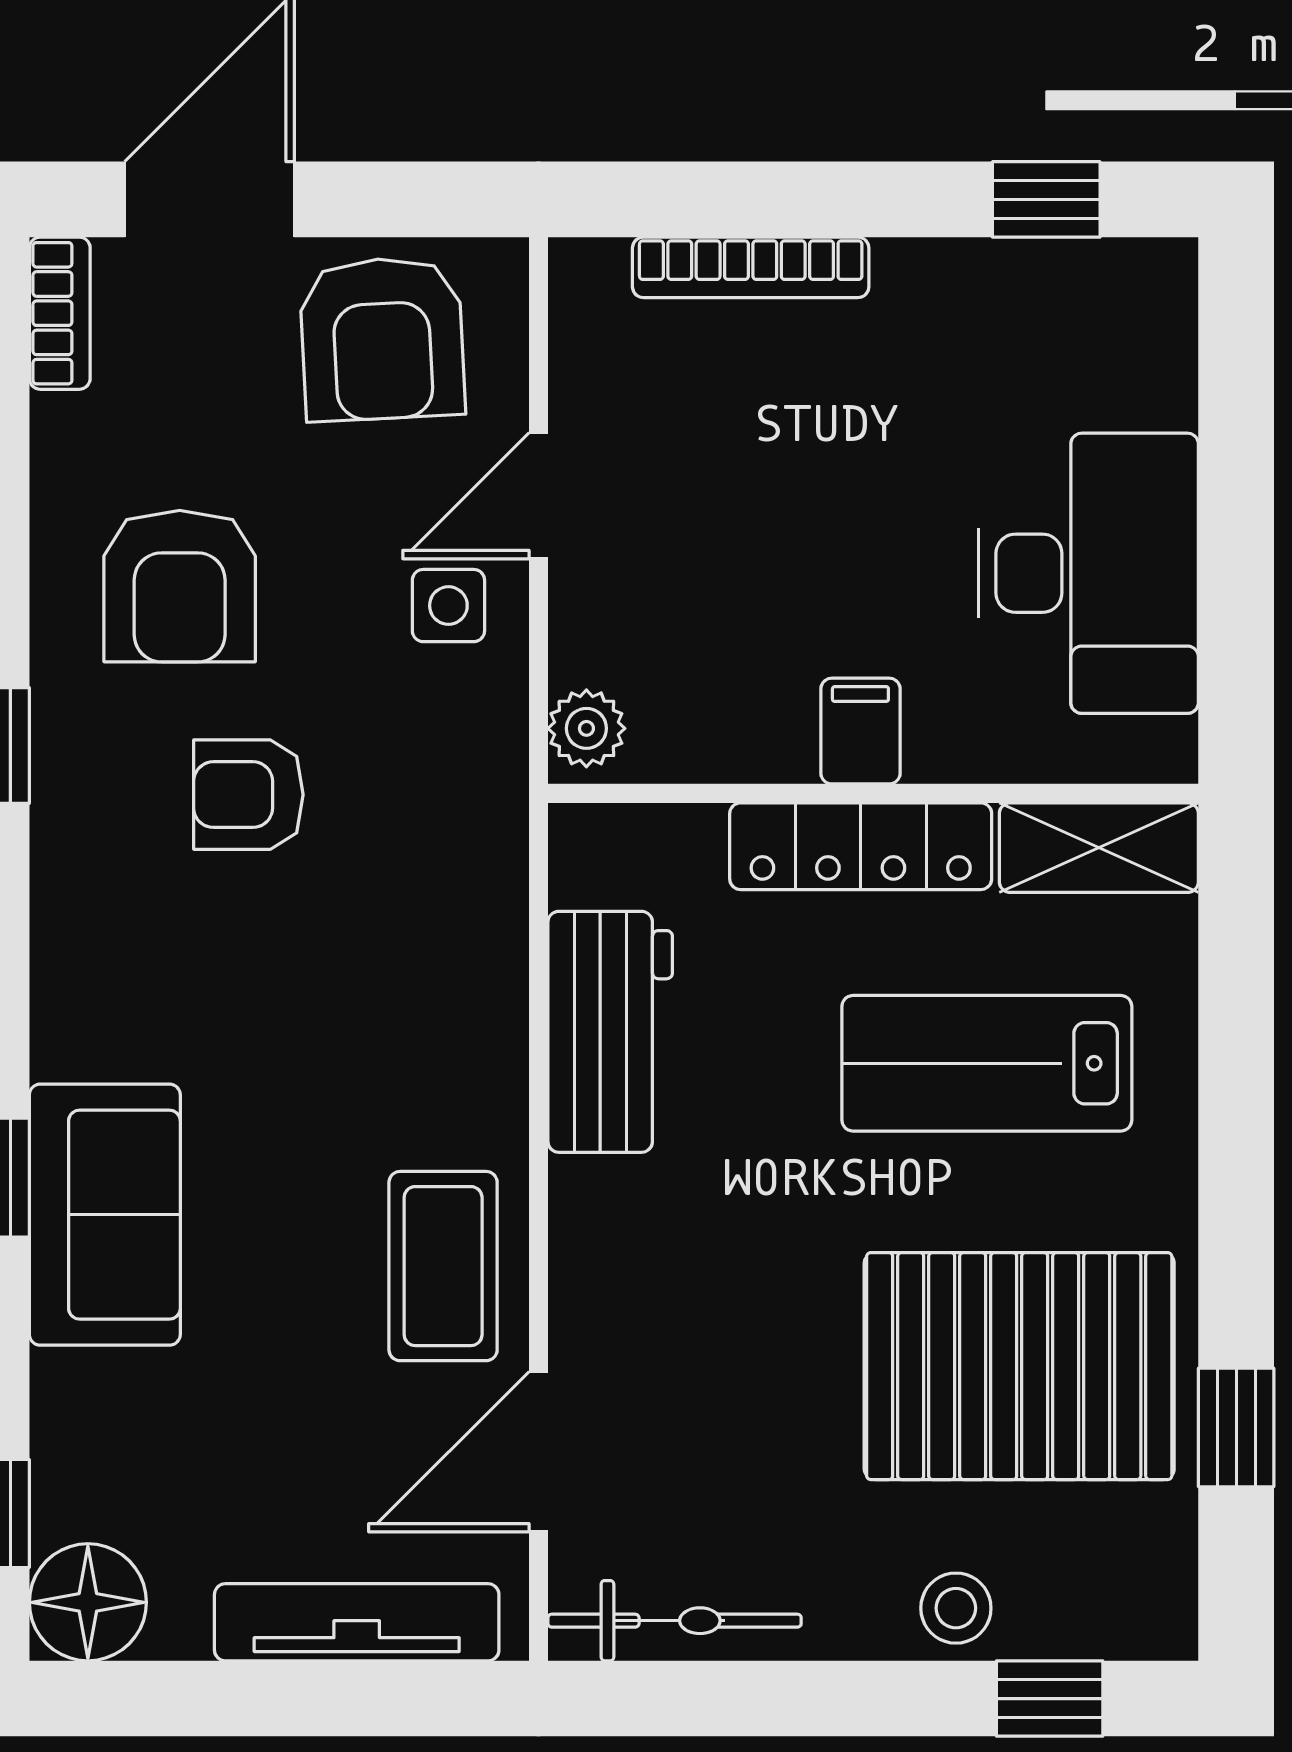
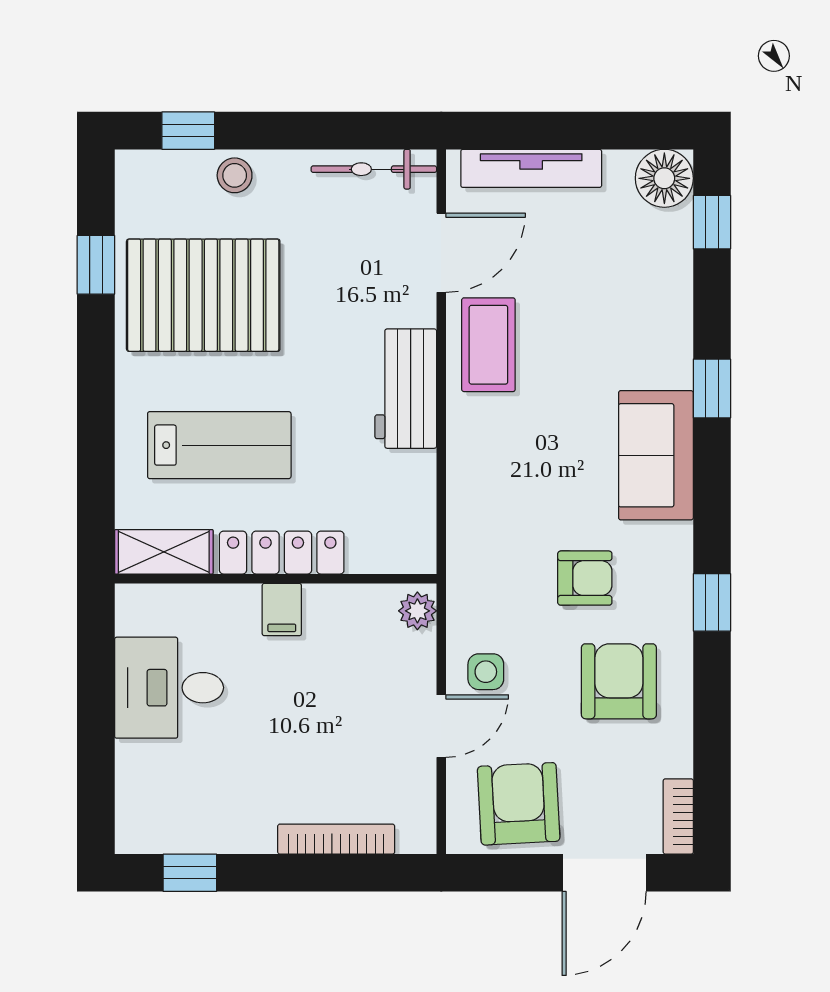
desk: (1088, 573) -> (169, 688), width x0.73
workbench: (610, 1032) -> (406, 389), moved
sofa: (105, 1215) -> (656, 455), moved

